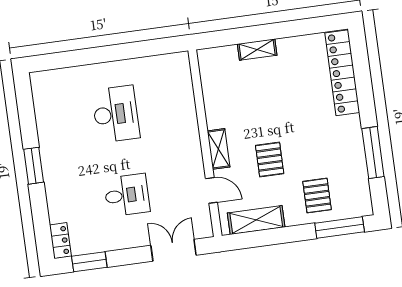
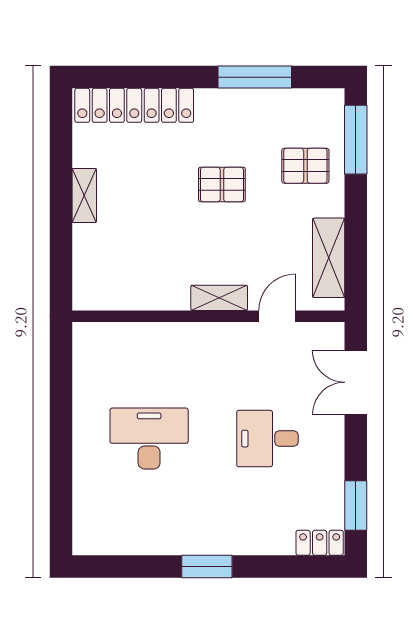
shelving: (257, 50) -> (84, 195), moved
pallet: (270, 160) -> (222, 184), moved
desk: (127, 195) -> (267, 439), turned -90

